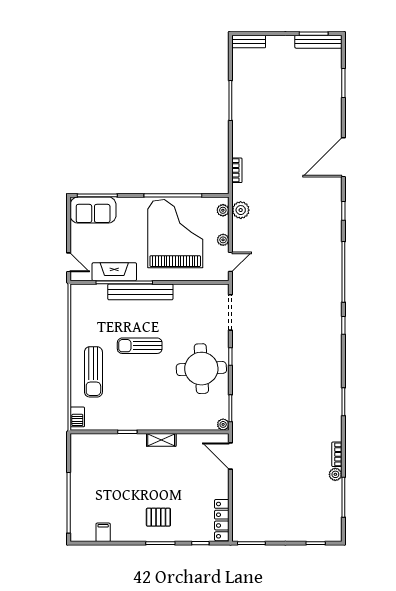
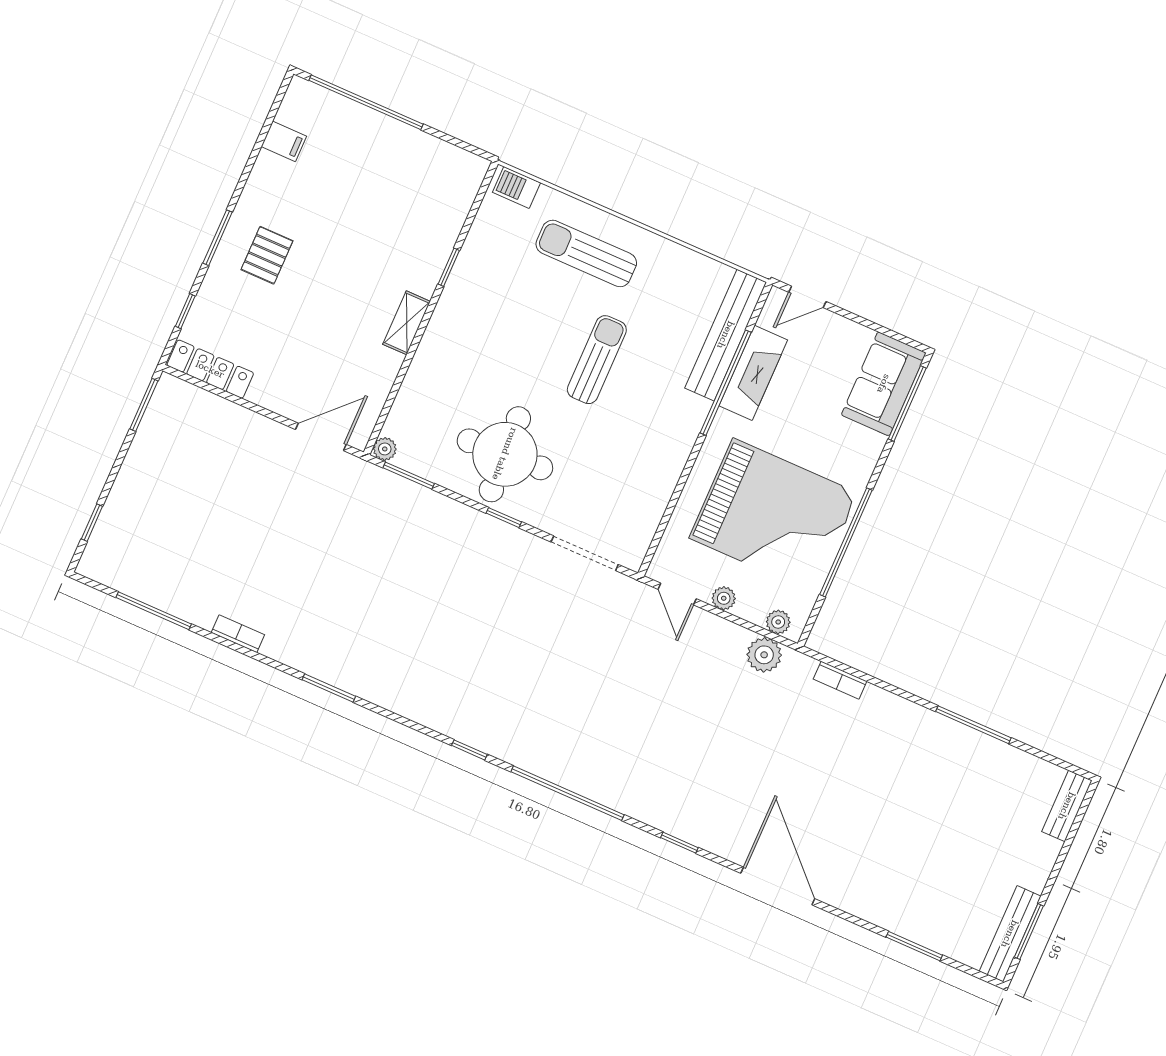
bench: (140, 292) -> (726, 335), moved
plant: (335, 474) -> (202, 615), removed

